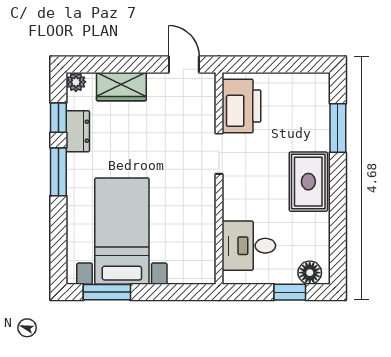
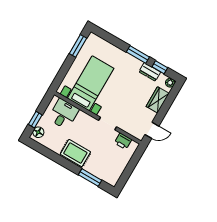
printer: (241, 106) -> (123, 141), width x0.53, depth x0.68
bed with nightstands: (122, 231) -> (91, 83), moved, turned -90

